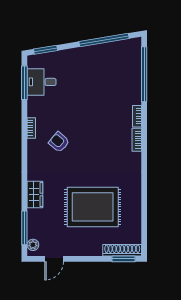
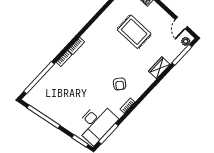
desk: (42, 82) -> (96, 123), width x1.87, depth x1.30
rug: (93, 207) -> (134, 32), width x0.73, depth x0.69
door: (54, 259) -> (181, 23), swing flipped

